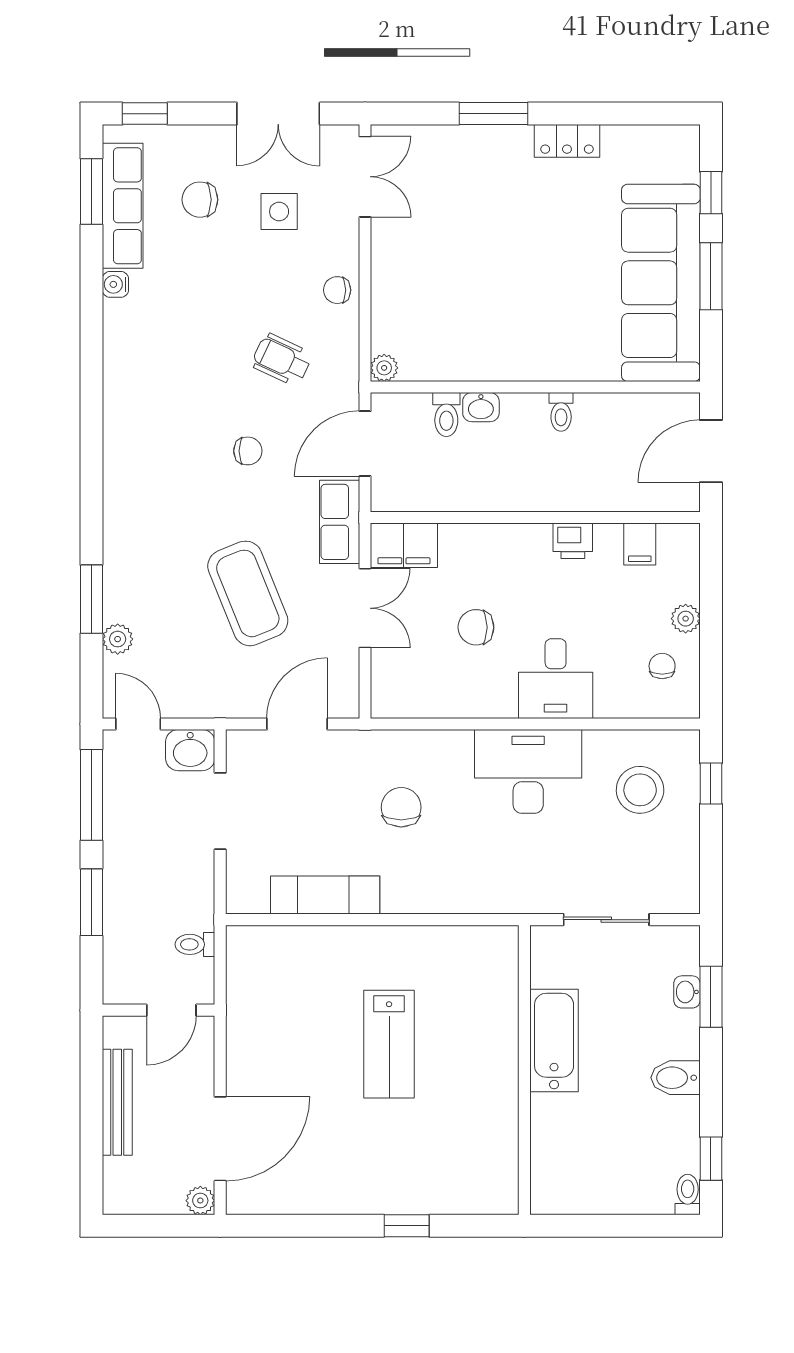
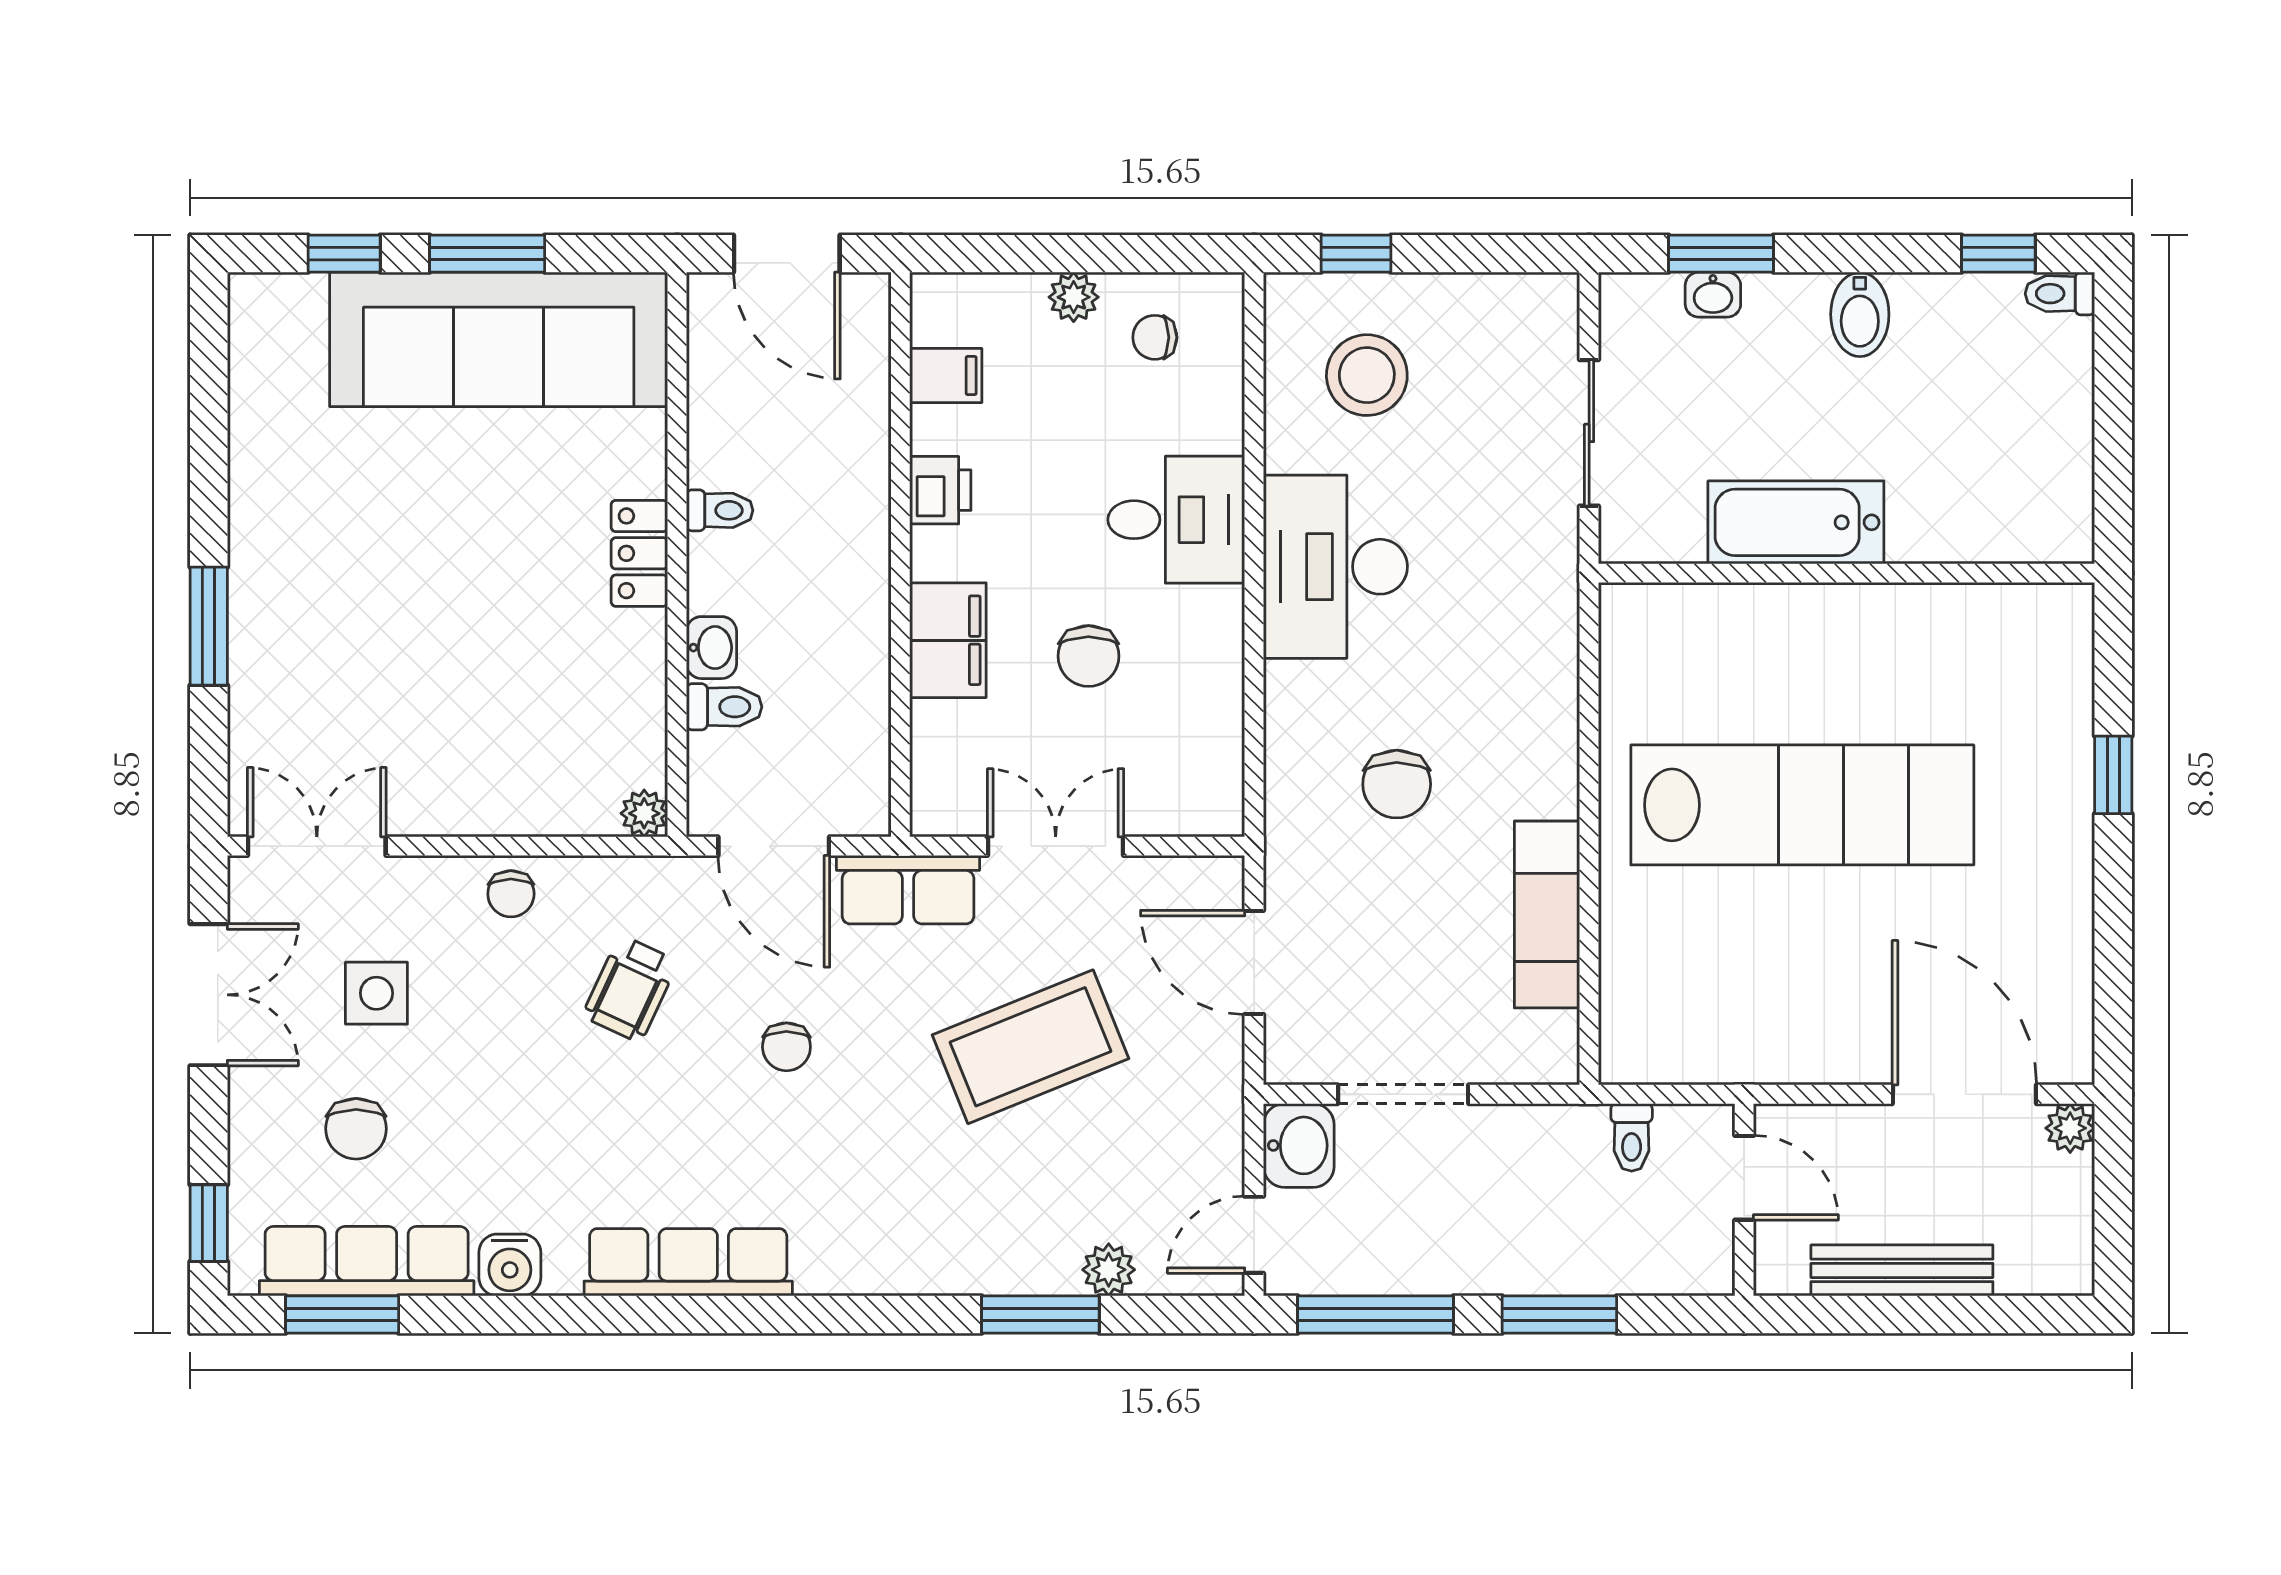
locker: (567, 141) -> (639, 553), moved, turned 180
water cooler: (115, 284) -> (510, 1265), width x1.38, depth x1.38
row of seats: (122, 394) -> (688, 1262), added
chair: (248, 451) -> (786, 1047), turned 180
filing cabinet: (404, 545) -> (948, 640), moved
chair: (401, 807) -> (1397, 784), turned -90
lab bench: (389, 1044) -> (1802, 805), width x1.86, depth x1.39

